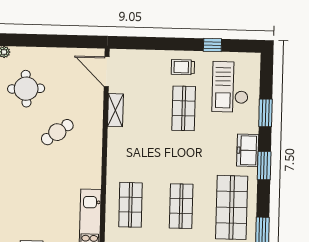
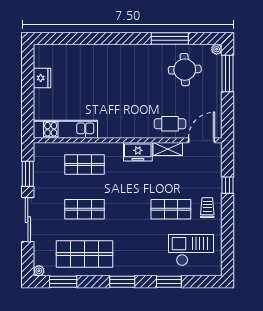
window: (32, 40) -> (228, 73), added
window: (212, 45) -> (228, 185), moved
cafe table: (57, 132) -> (170, 124), moved, turned -54
freezer: (248, 150) -> (138, 152), moved, turned 180

